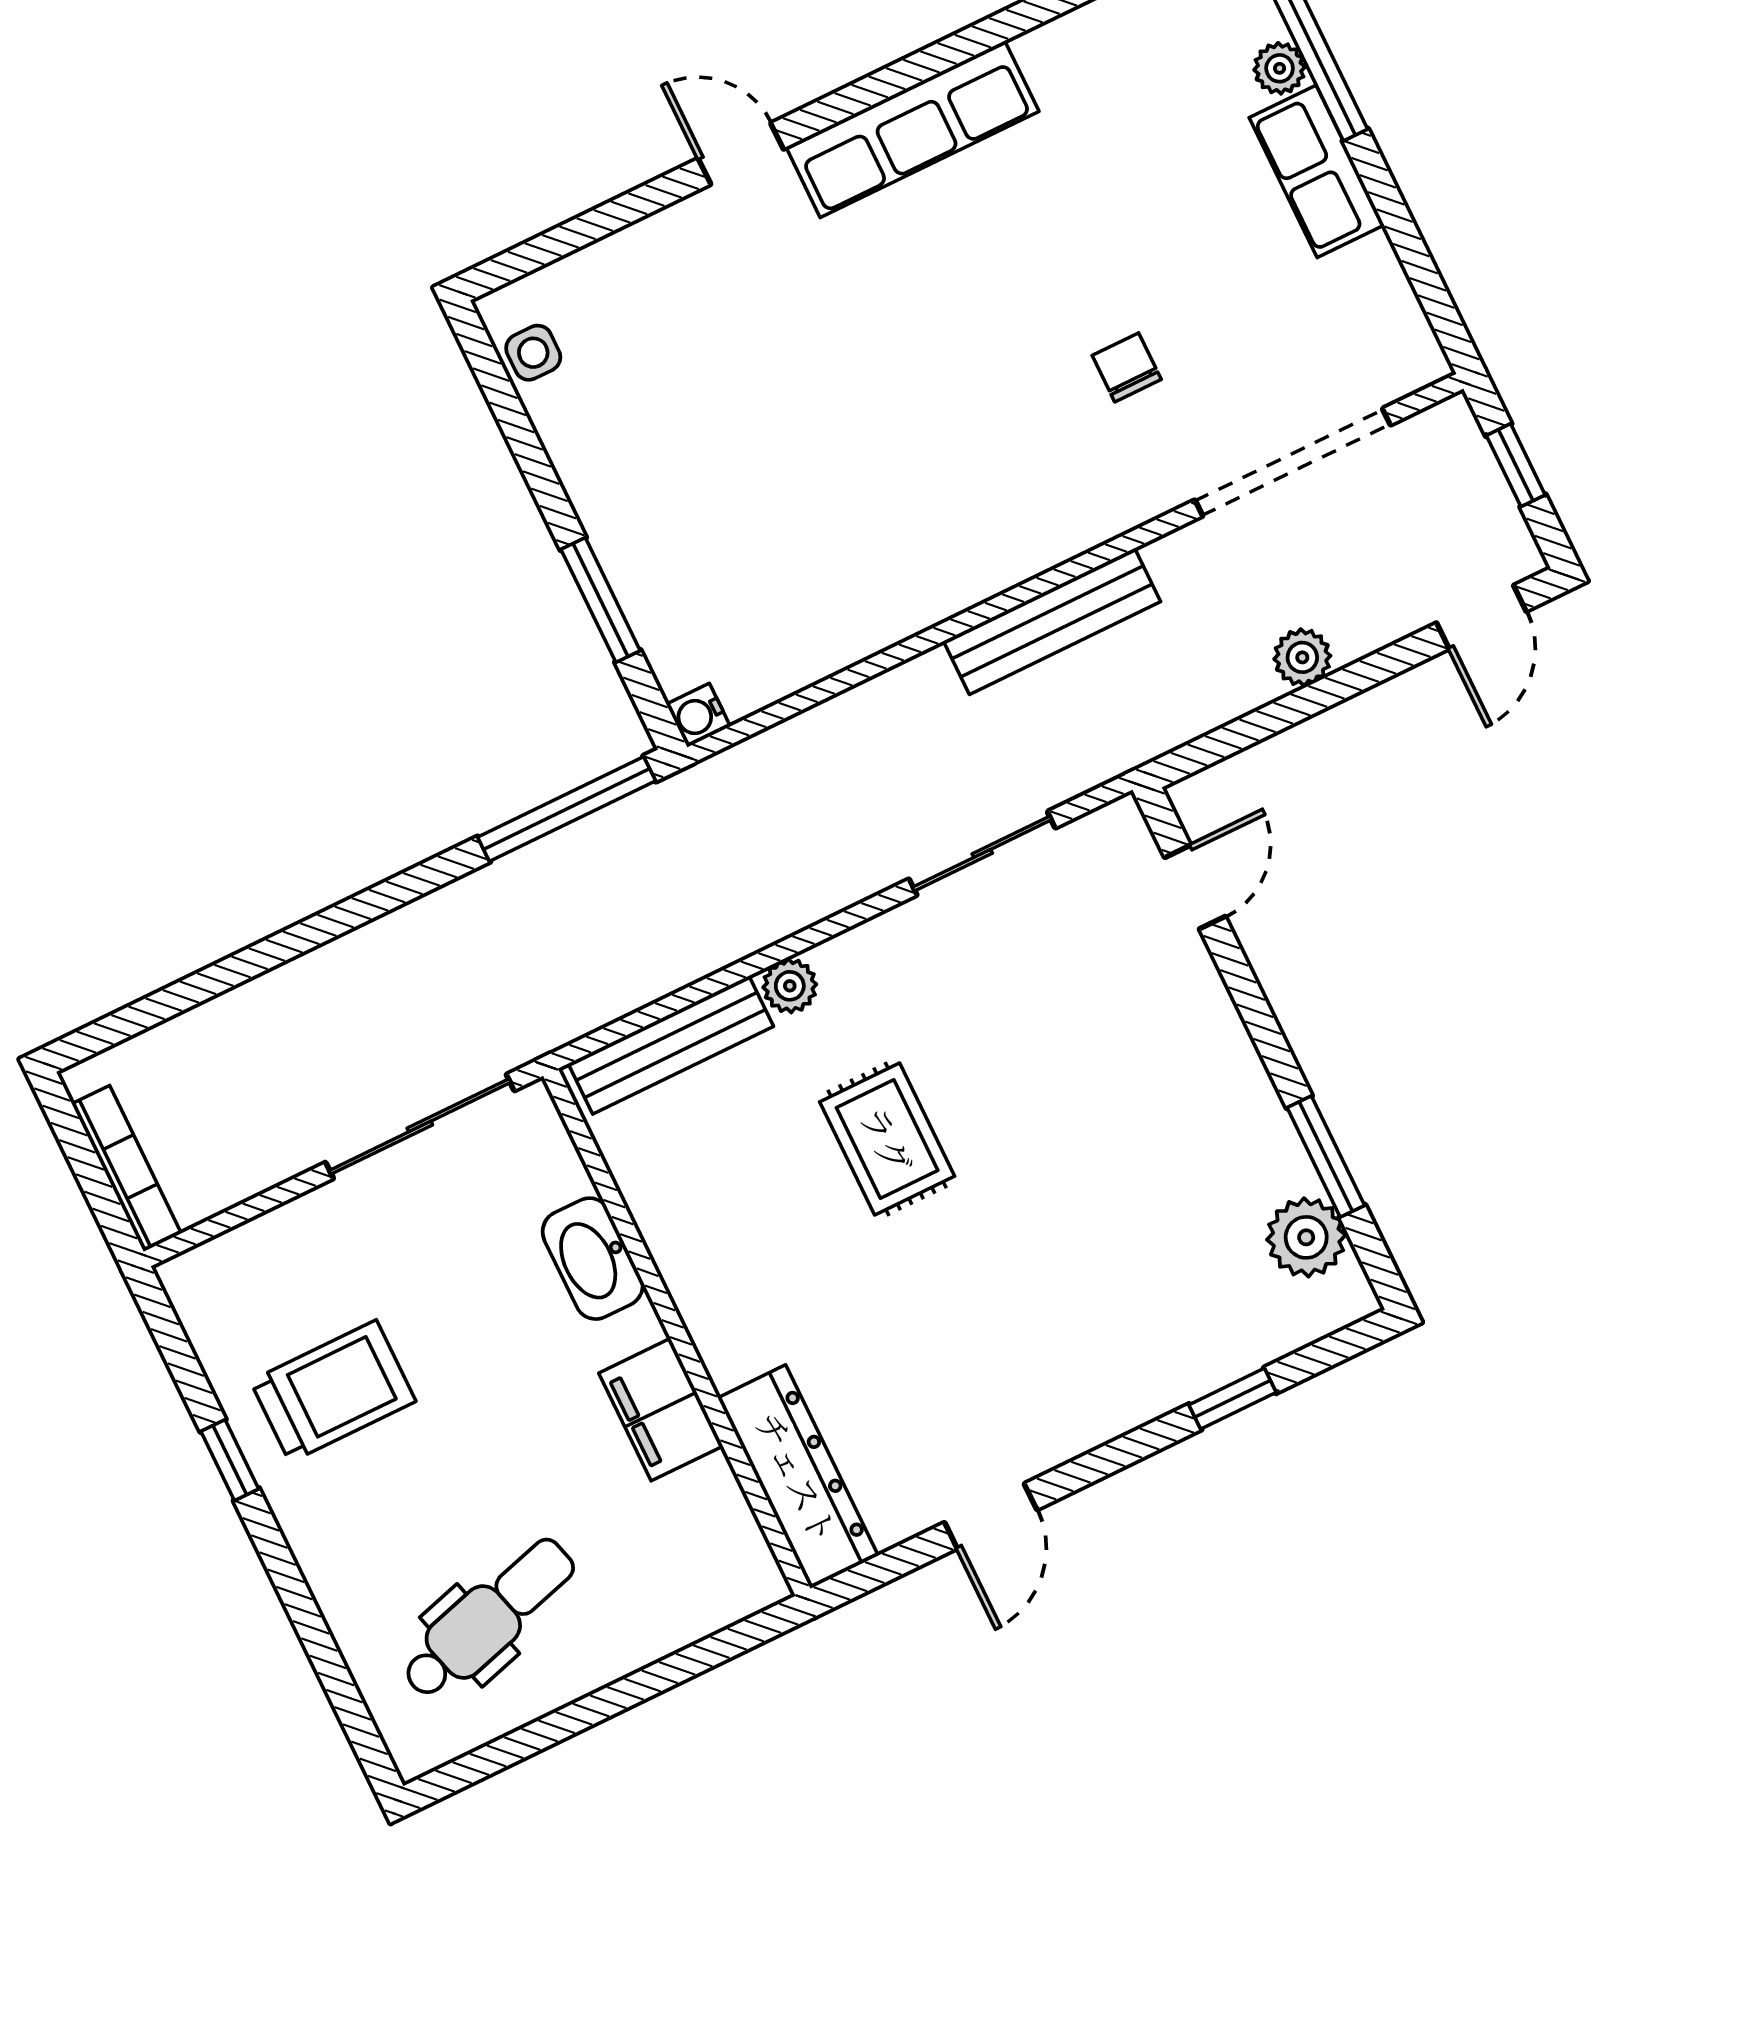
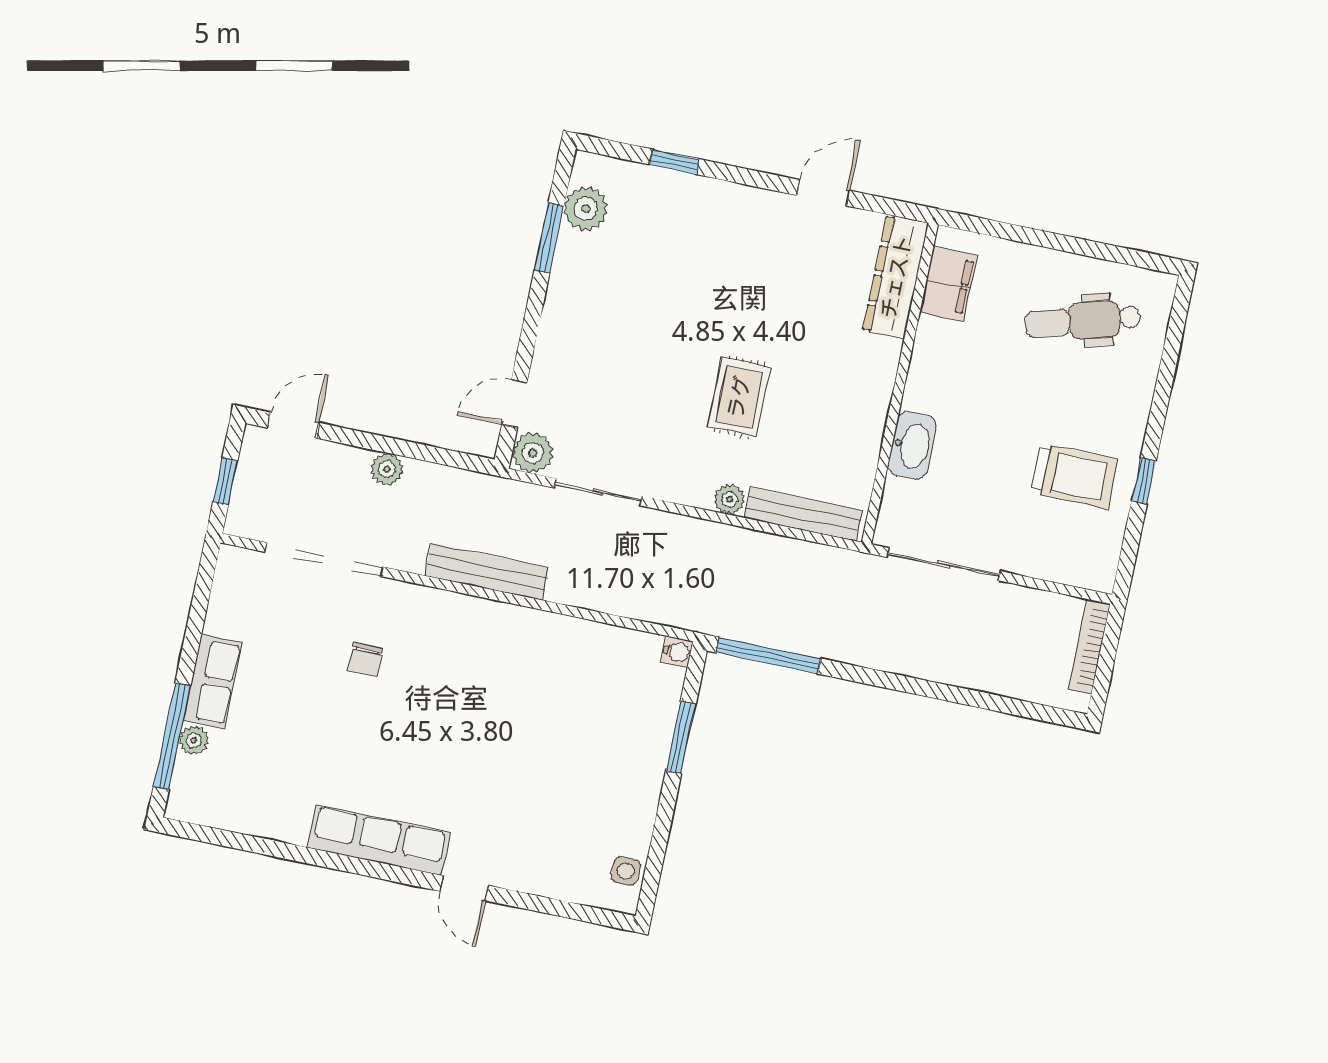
plant: (1116, 838) -> (533, 453), added
trolley: (333, 1391) -> (1074, 476), turned 180
filing cabinet: (661, 1410) -> (949, 284), moved

